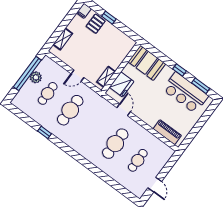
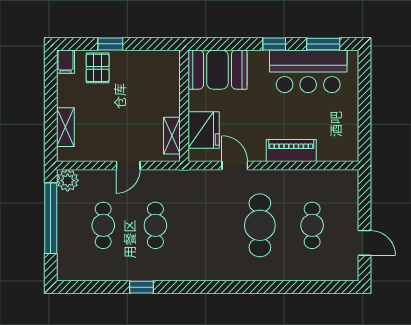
plant: (36, 77) -> (68, 180), moved
cafe table: (70, 110) -> (155, 225), width x0.73, depth x0.74
piano: (167, 132) -> (291, 151), moved

